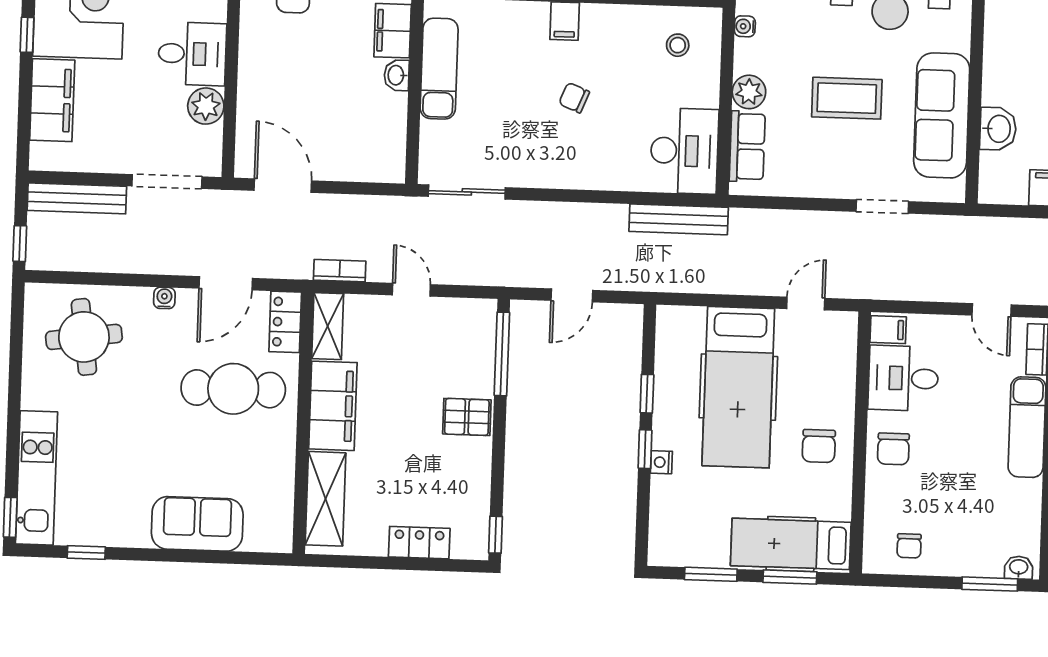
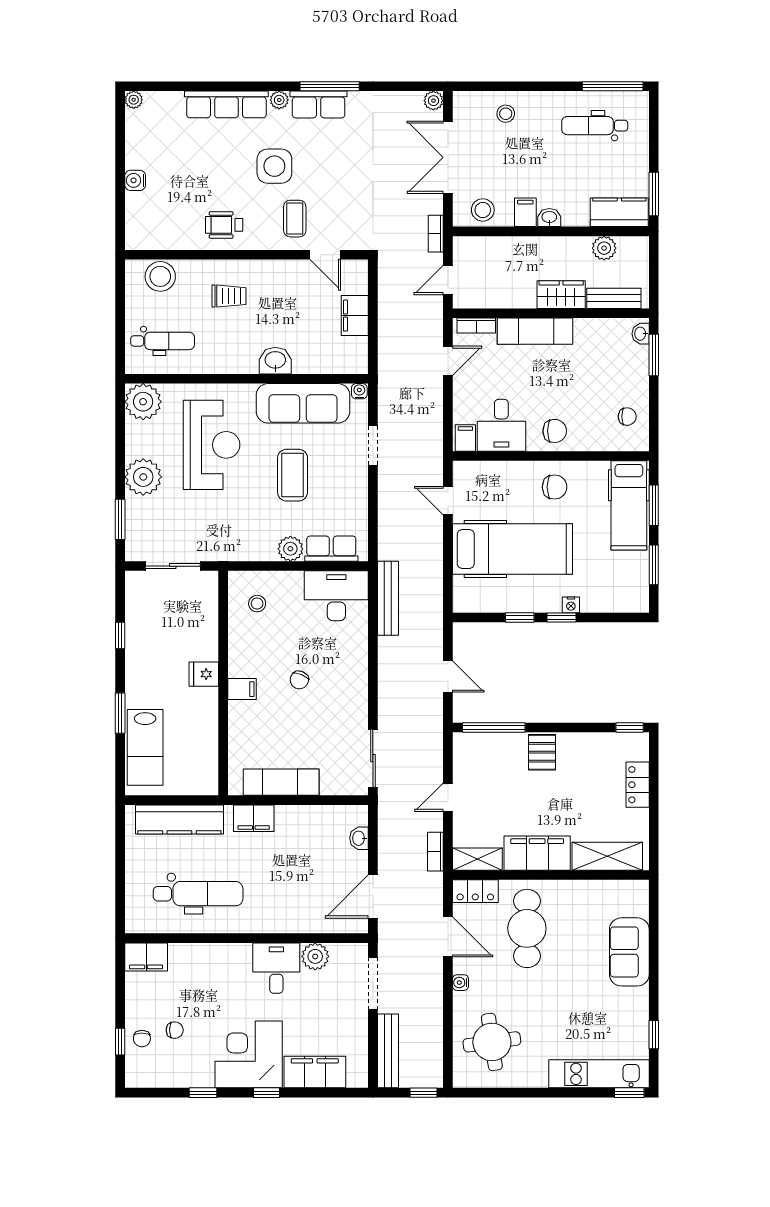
water cooler: (745, 26) -> (359, 391), moved, turned 180
washbasin: (397, 75) -> (359, 838), moved, turned 90
washbasin: (998, 129) -> (275, 361), moved

